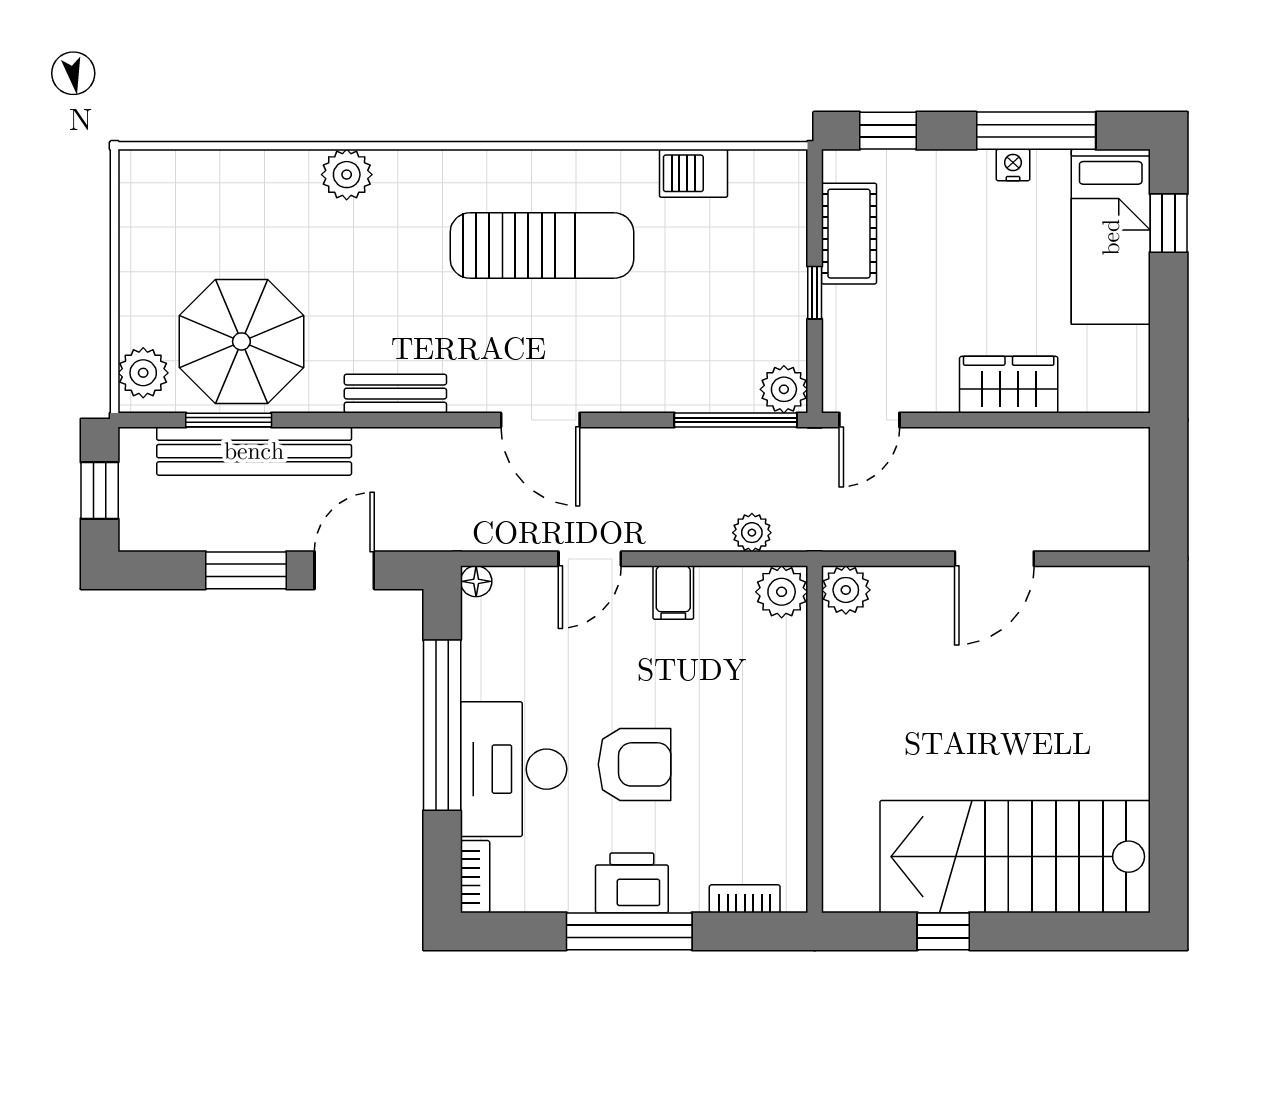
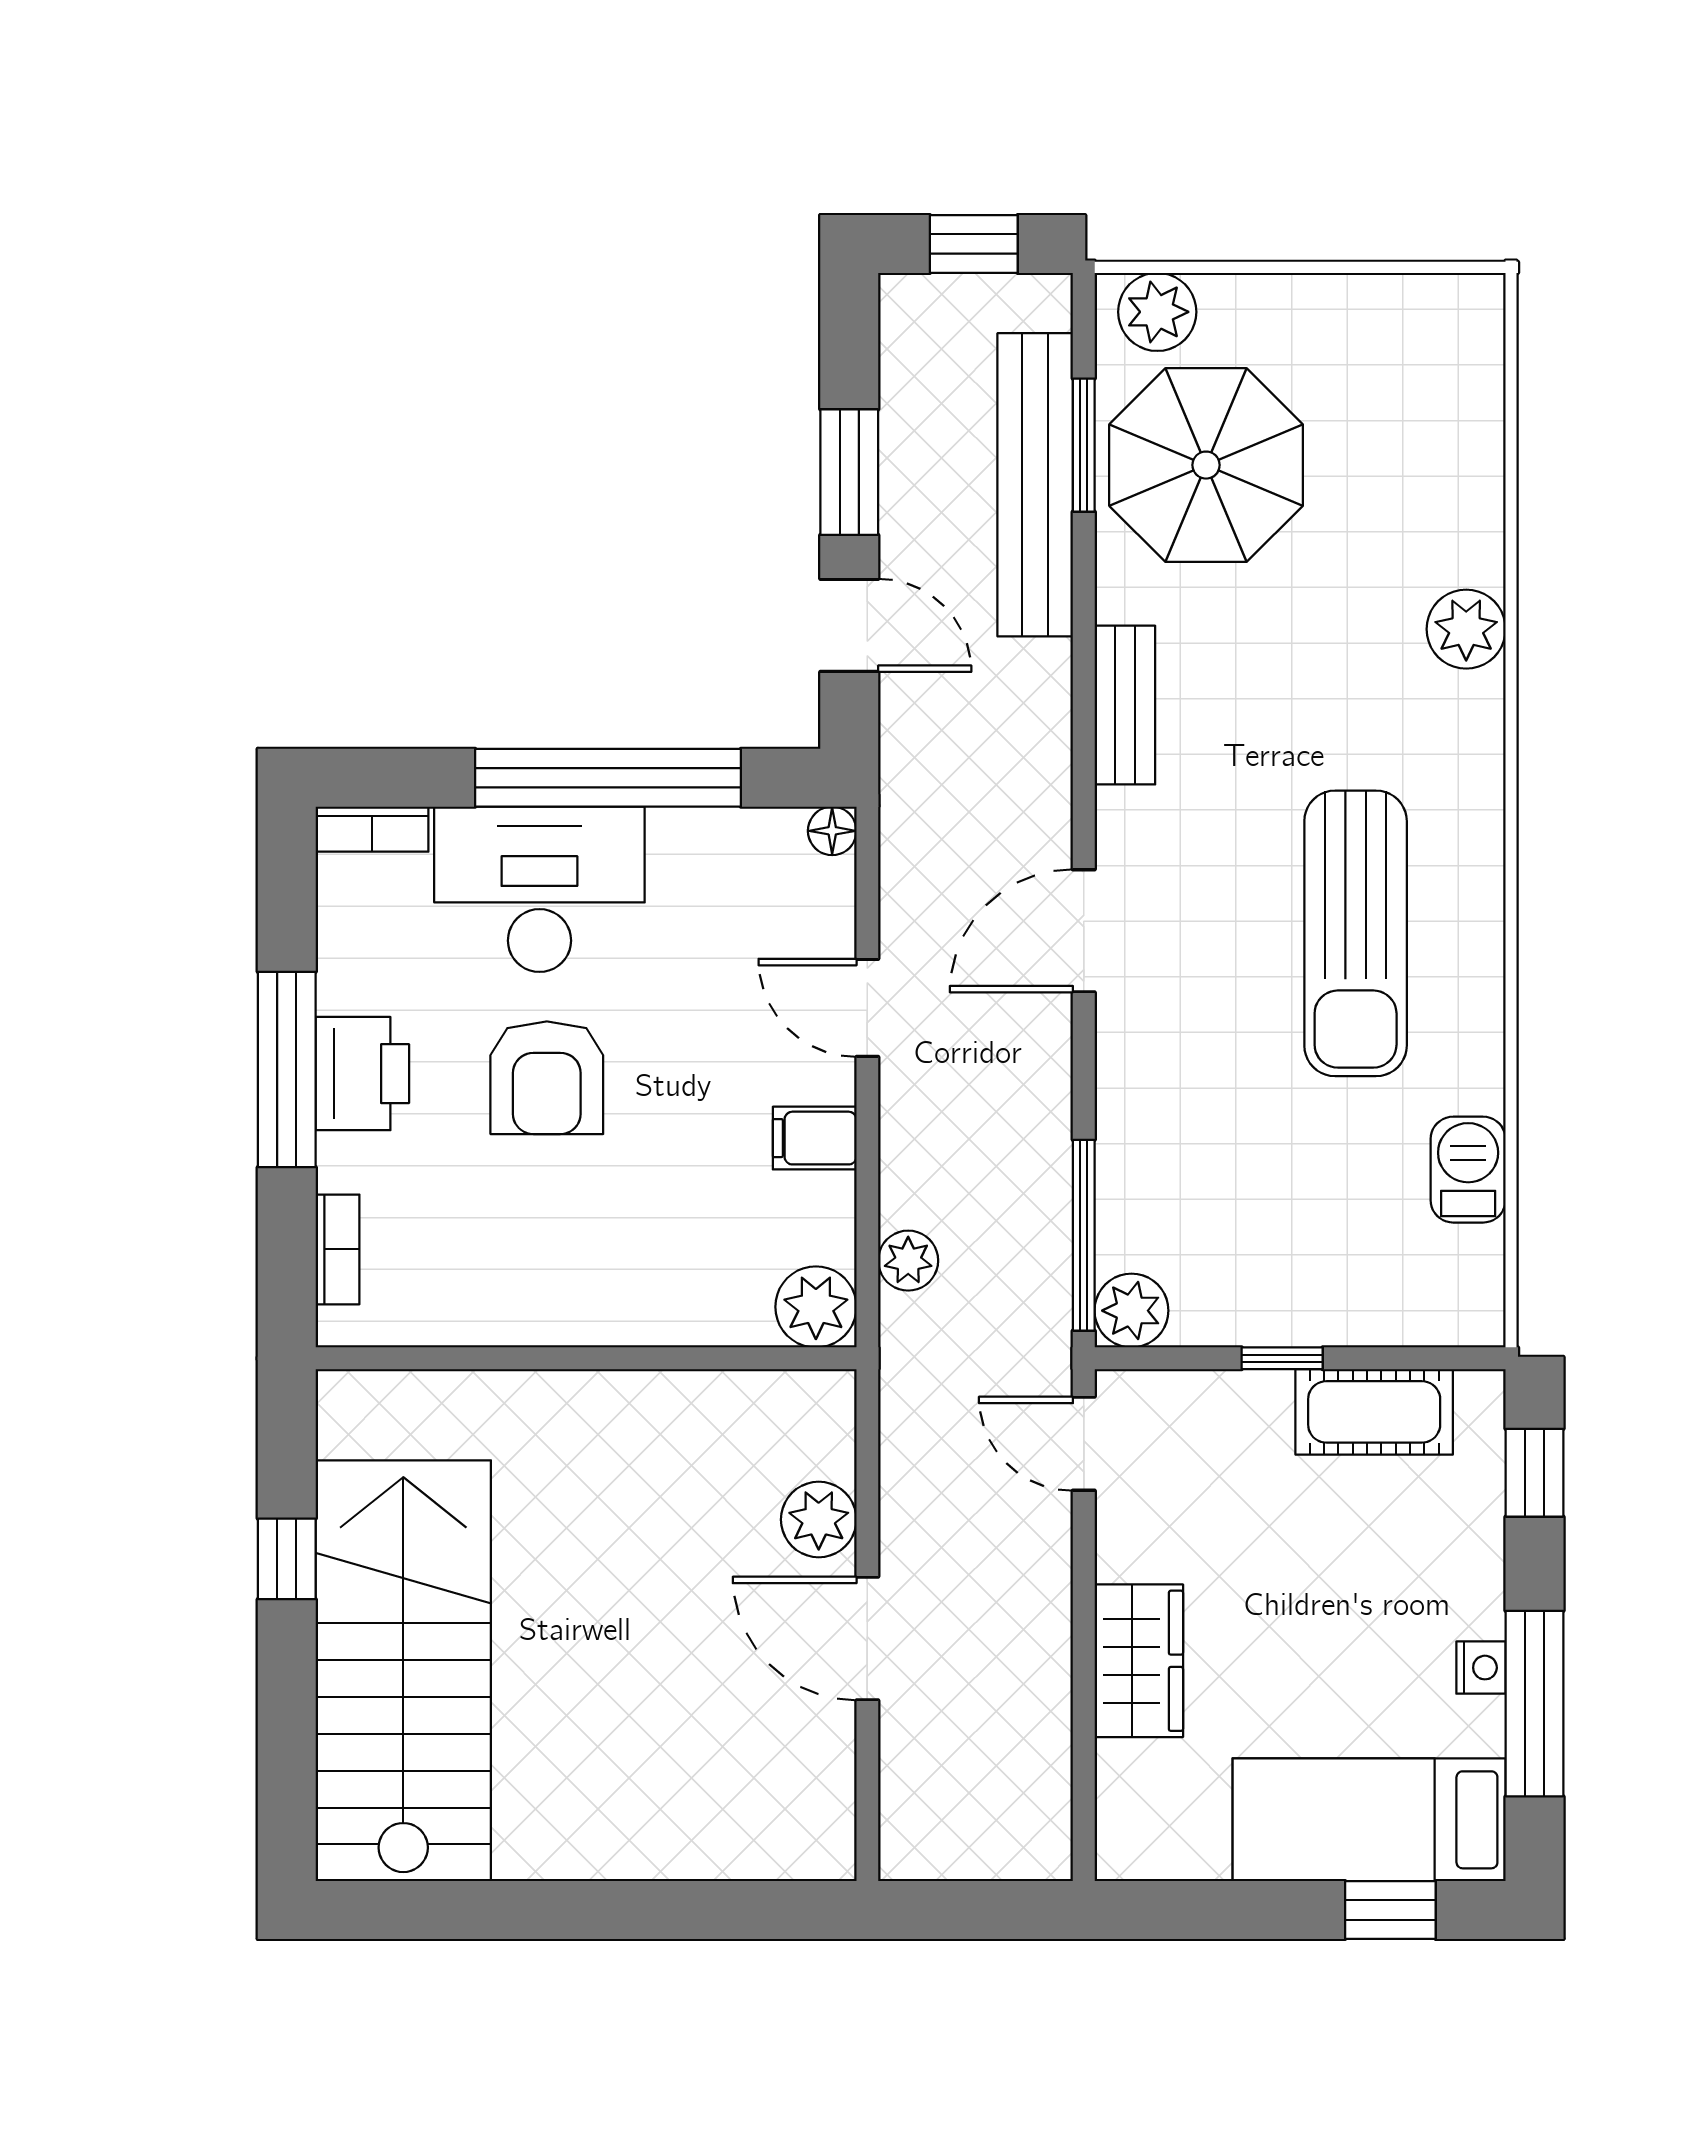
plant: (846, 590) -> (819, 1520), moved

